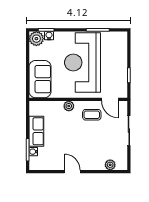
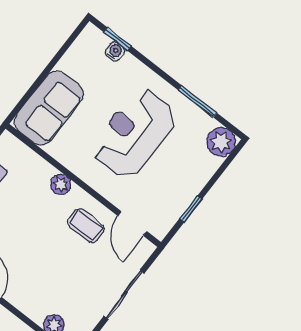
plant: (36, 39) -> (221, 142), moved
reception desk: (82, 62) -> (134, 133), width x0.74, depth x0.77

